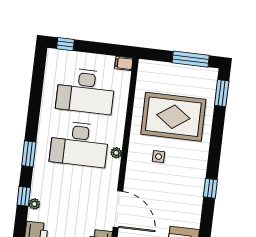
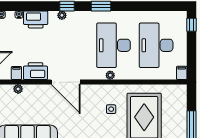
door: (118, 209) -> (66, 82), hinge flipped

